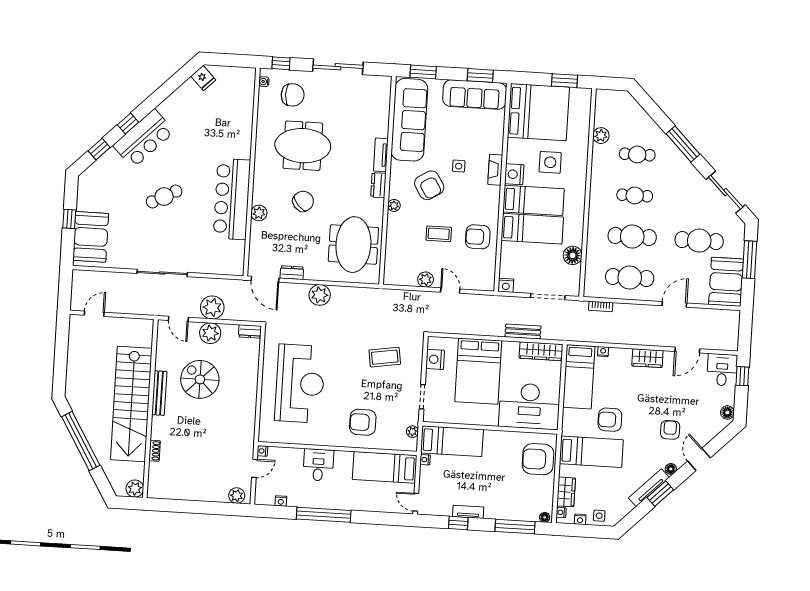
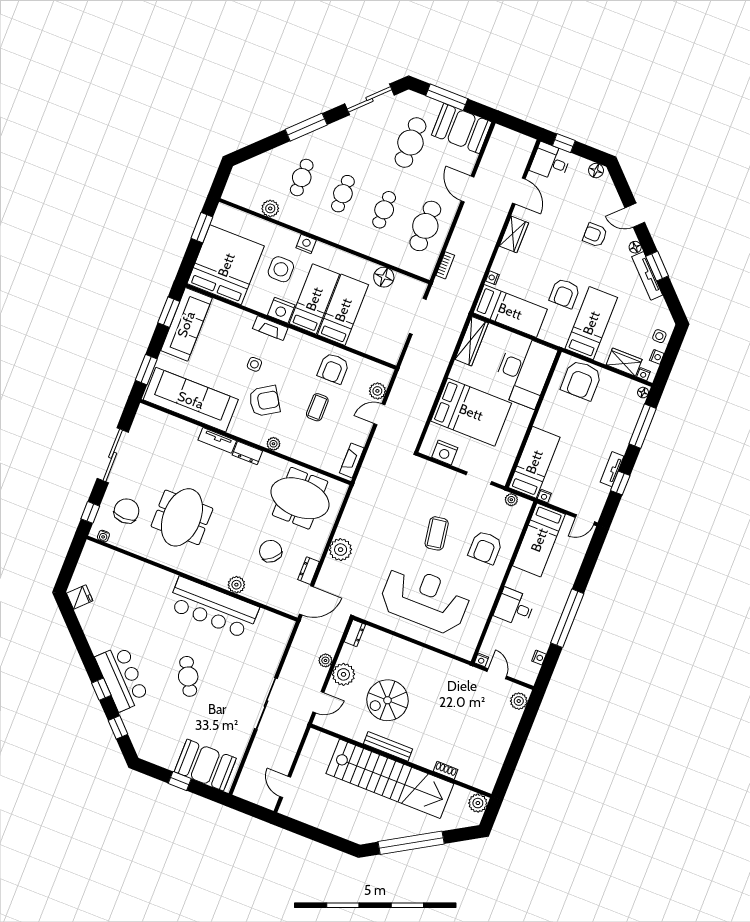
chair: (303, 201) -> (271, 551), moved
cafe table: (632, 236) -> (384, 210), width x0.73, depth x0.74
fireplace: (402, 279) -> (352, 460), added
plant: (426, 280) -> (377, 391), moved
nightstand: (506, 285) -> (306, 244), moved, turned -90
plant: (212, 307) -> (325, 660), width x0.53, depth x0.53
bench: (523, 331) -> (445, 353), removed
coffee table: (385, 357) -> (437, 533), moved

